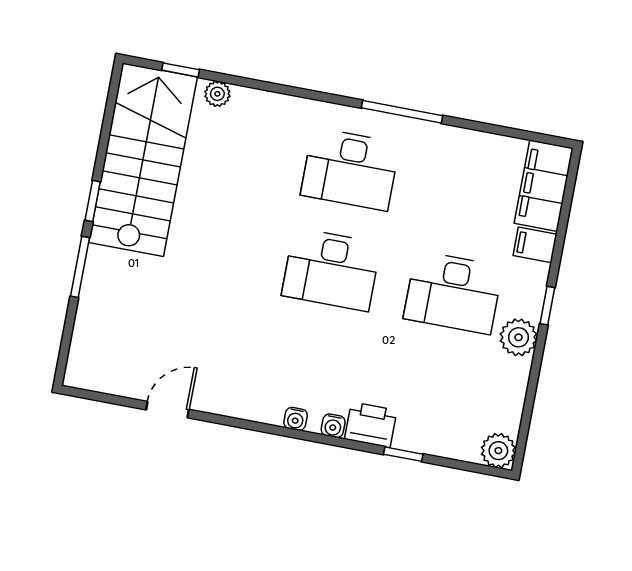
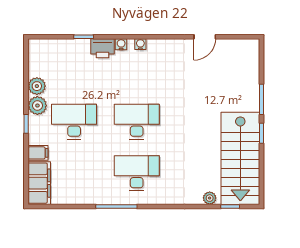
plant: (498, 451) -> (37, 86), moved

